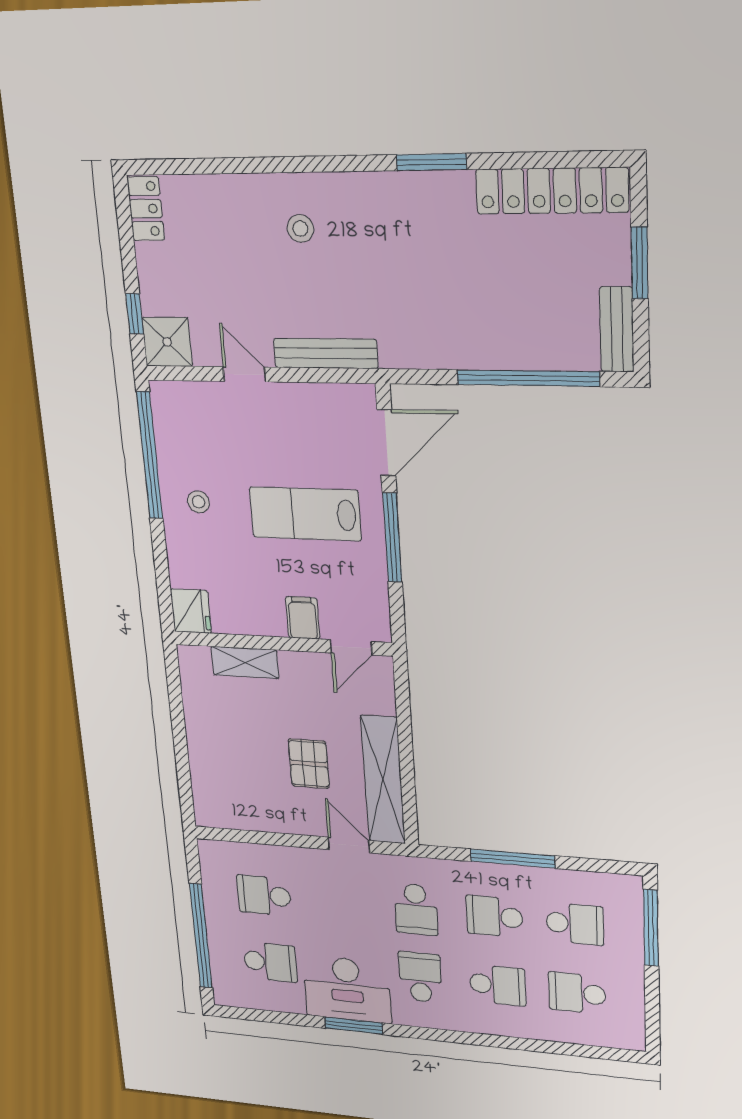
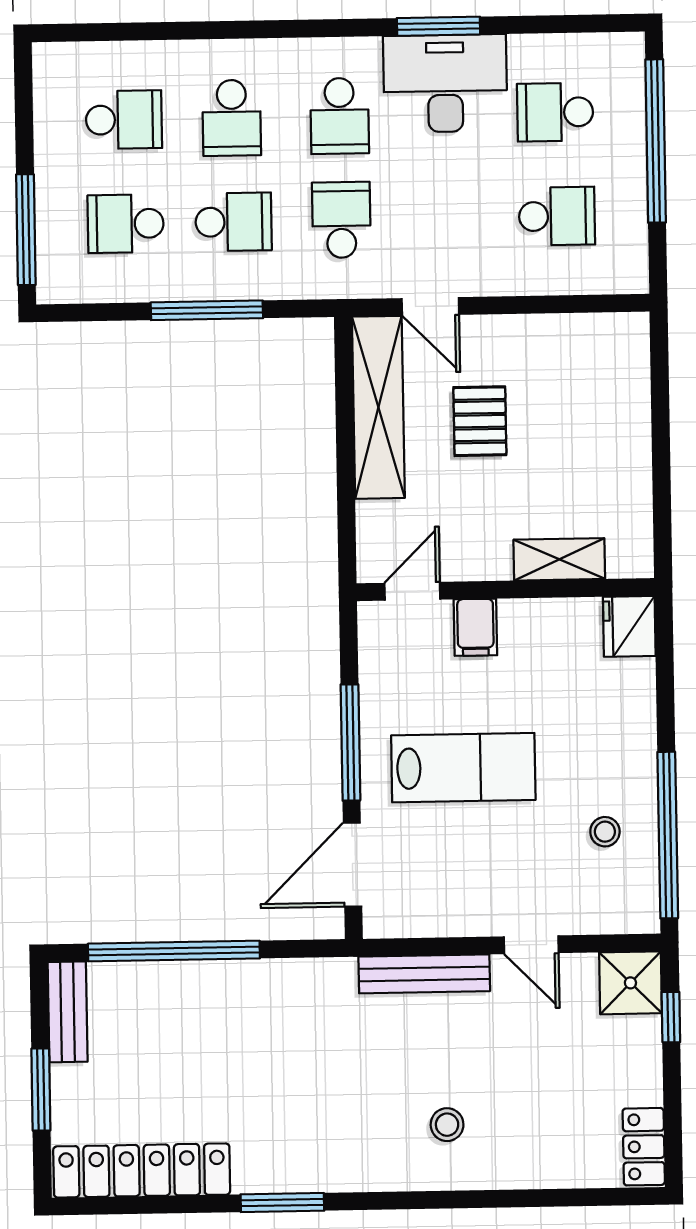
stool: (198, 502) -> (605, 832), moved
school desk: (498, 985) -> (232, 118), turned -90

